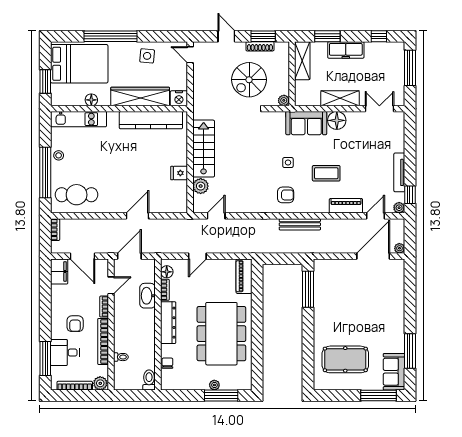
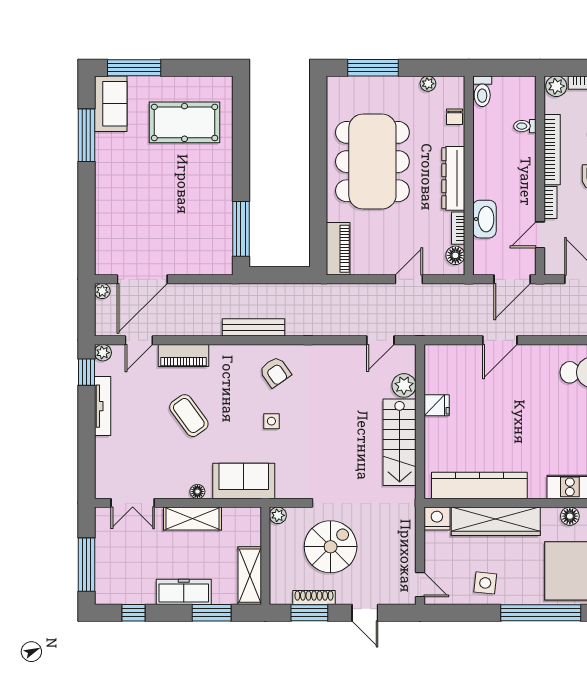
floor lamp: (337, 120) -> (197, 492), width x0.53, depth x0.53
coffee table: (326, 173) -> (189, 416), moved, turned 54
armchair: (286, 195) -> (275, 372), turned -125
plant: (214, 385) -> (428, 84), moved

